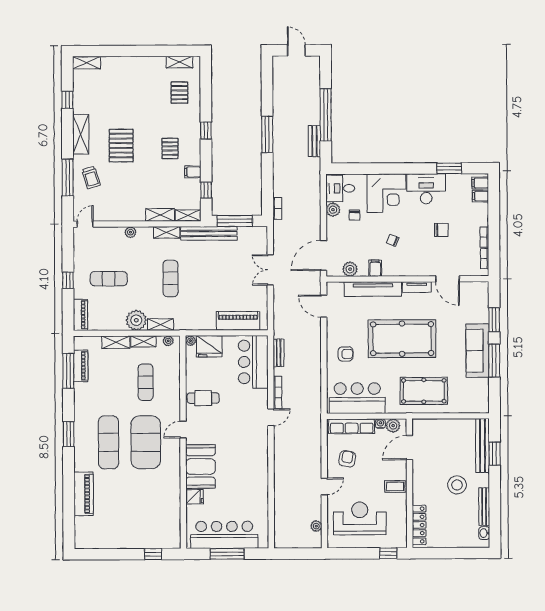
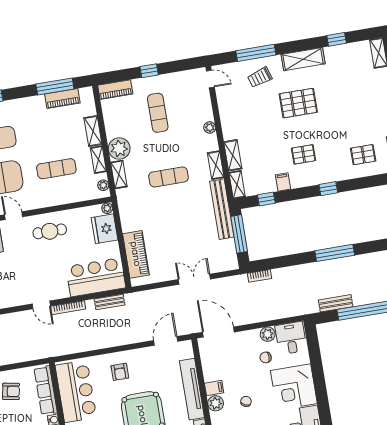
plant: (350, 269) -> (216, 403), moved
cafe table: (203, 398) -> (50, 231), turned 90

